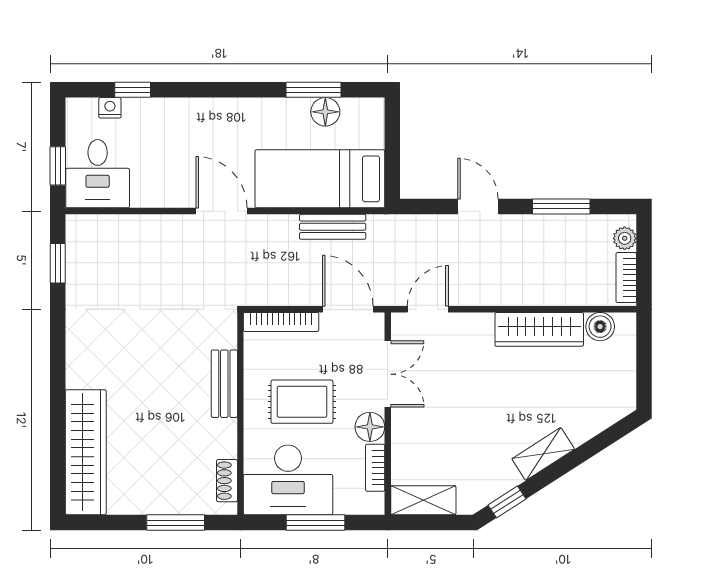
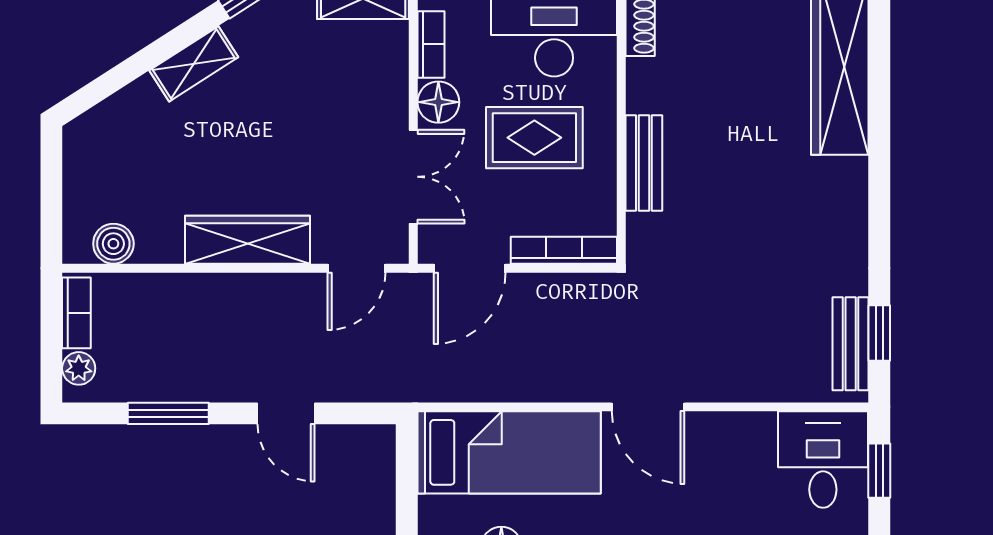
bench: (333, 227) -> (851, 344), moved, turned 90
door: (348, 309) -> (470, 268), hinge flipped
wardrobe: (539, 329) -> (248, 240), moved
double door: (388, 374) -> (413, 177), swing flipped

